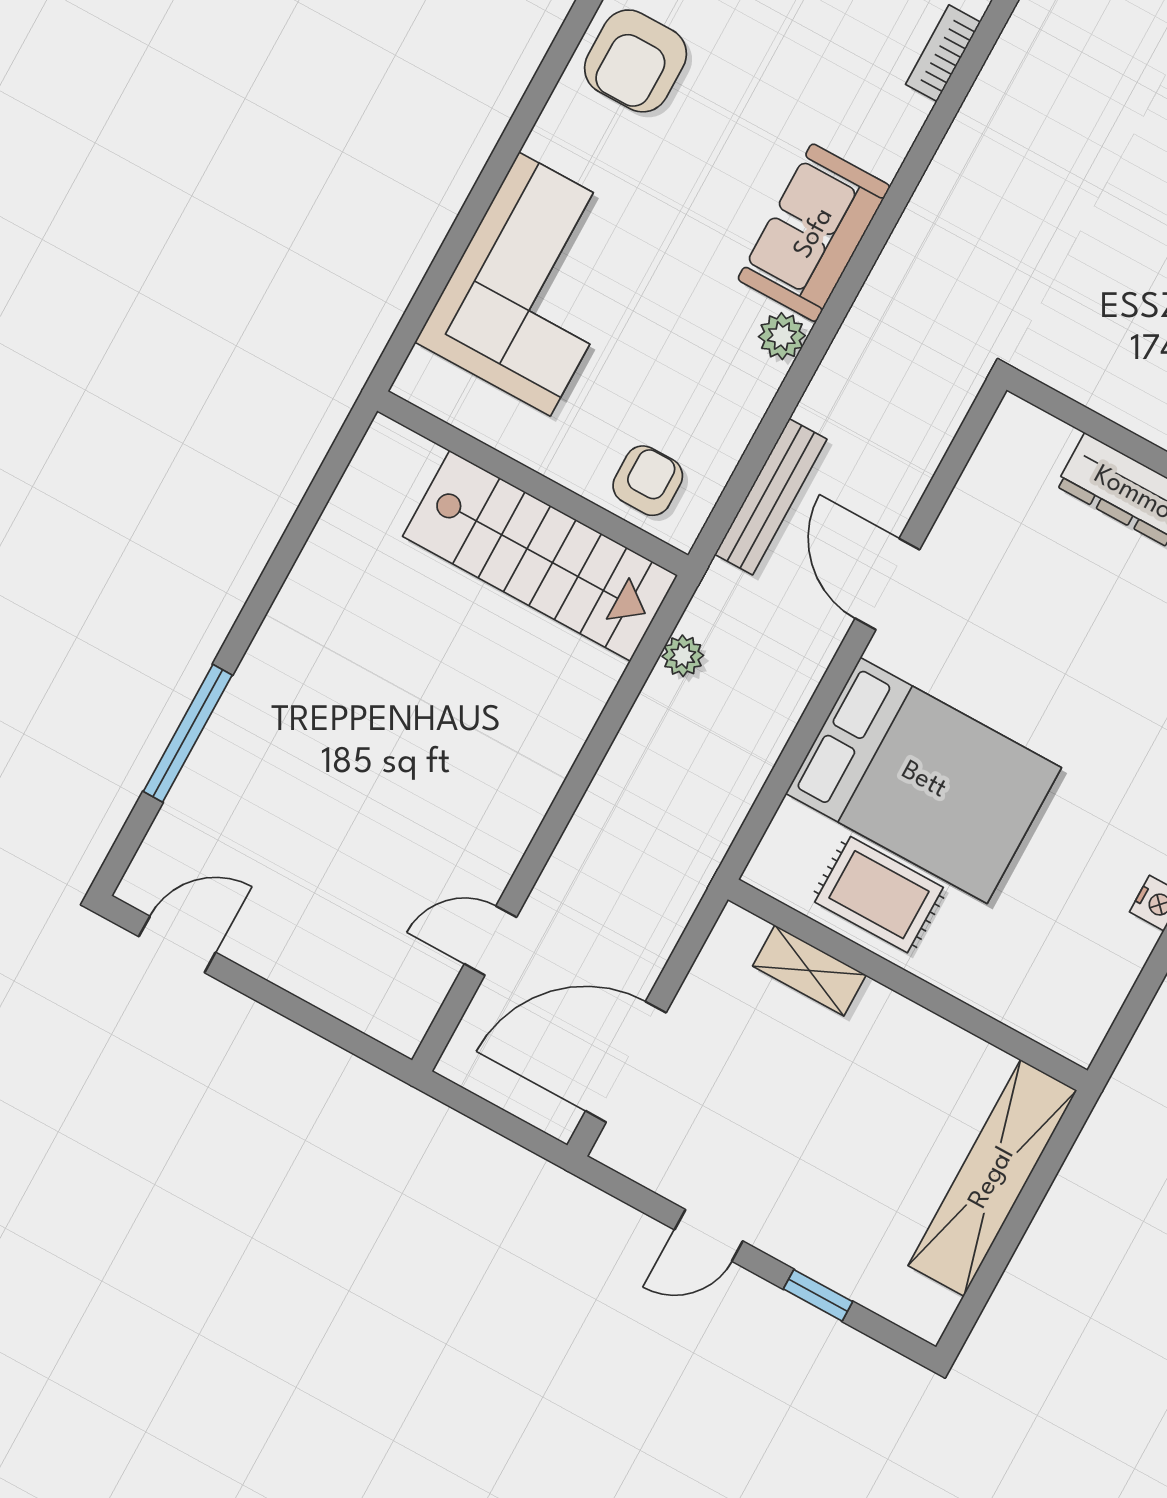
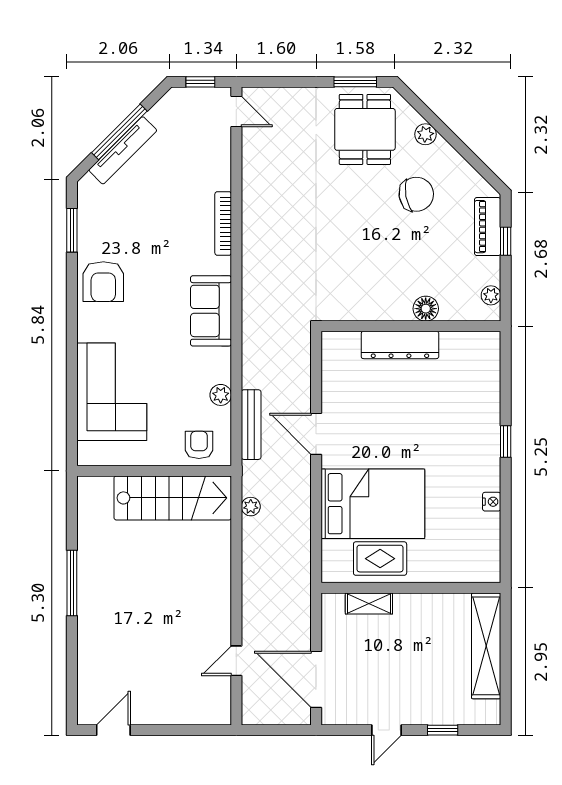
bookcase: (943, 53) -> (223, 223), width x1.56
plant: (782, 336) -> (221, 395), moved
window: (188, 733) -> (72, 583), moved
door: (626, 1062) -> (316, 679), hinge flipped

